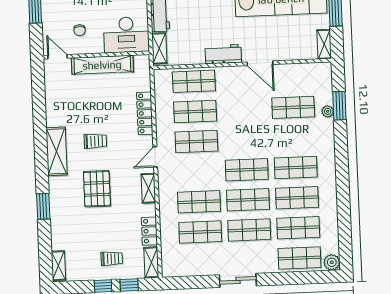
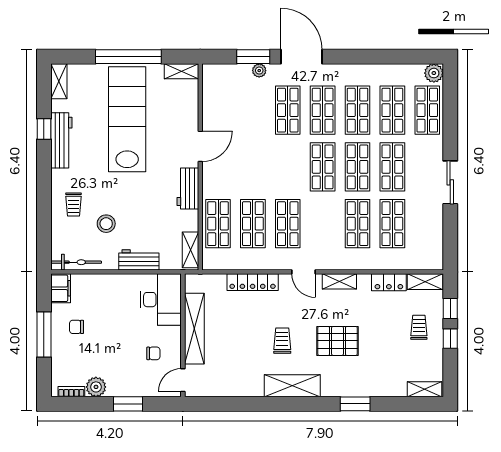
shelving: (159, 48) -> (190, 250), moved, turned 90
shop shelf: (293, 107) -> (288, 110), moved
door: (341, 147) -> (302, 57), added

